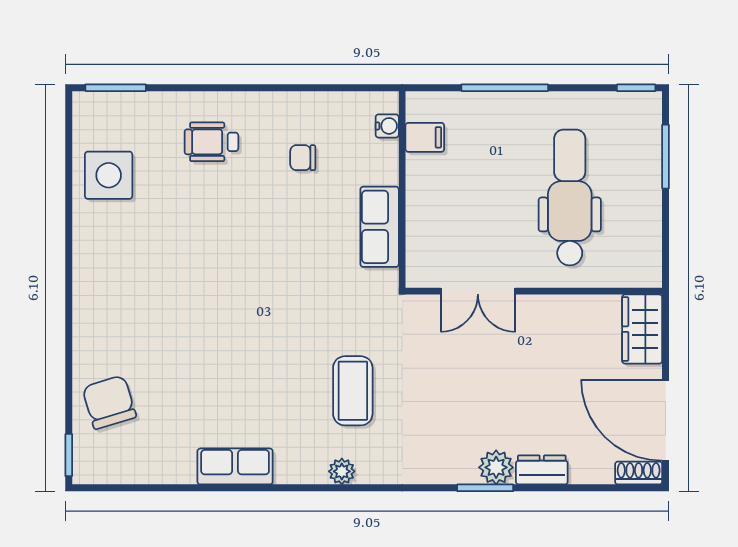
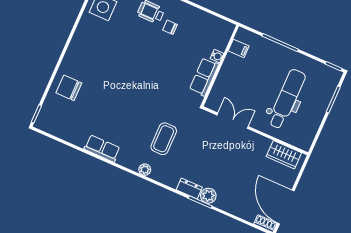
water cooler: (387, 126) -> (217, 56), moved
chair: (303, 158) -> (170, 27), moved
double door: (478, 291) -> (233, 121), swing flipped
wardrobe: (642, 329) -> (284, 155), moved, turned -90
chair: (109, 402) -> (69, 88), moved, turned -73
dresser: (542, 470) -> (189, 189), moved

